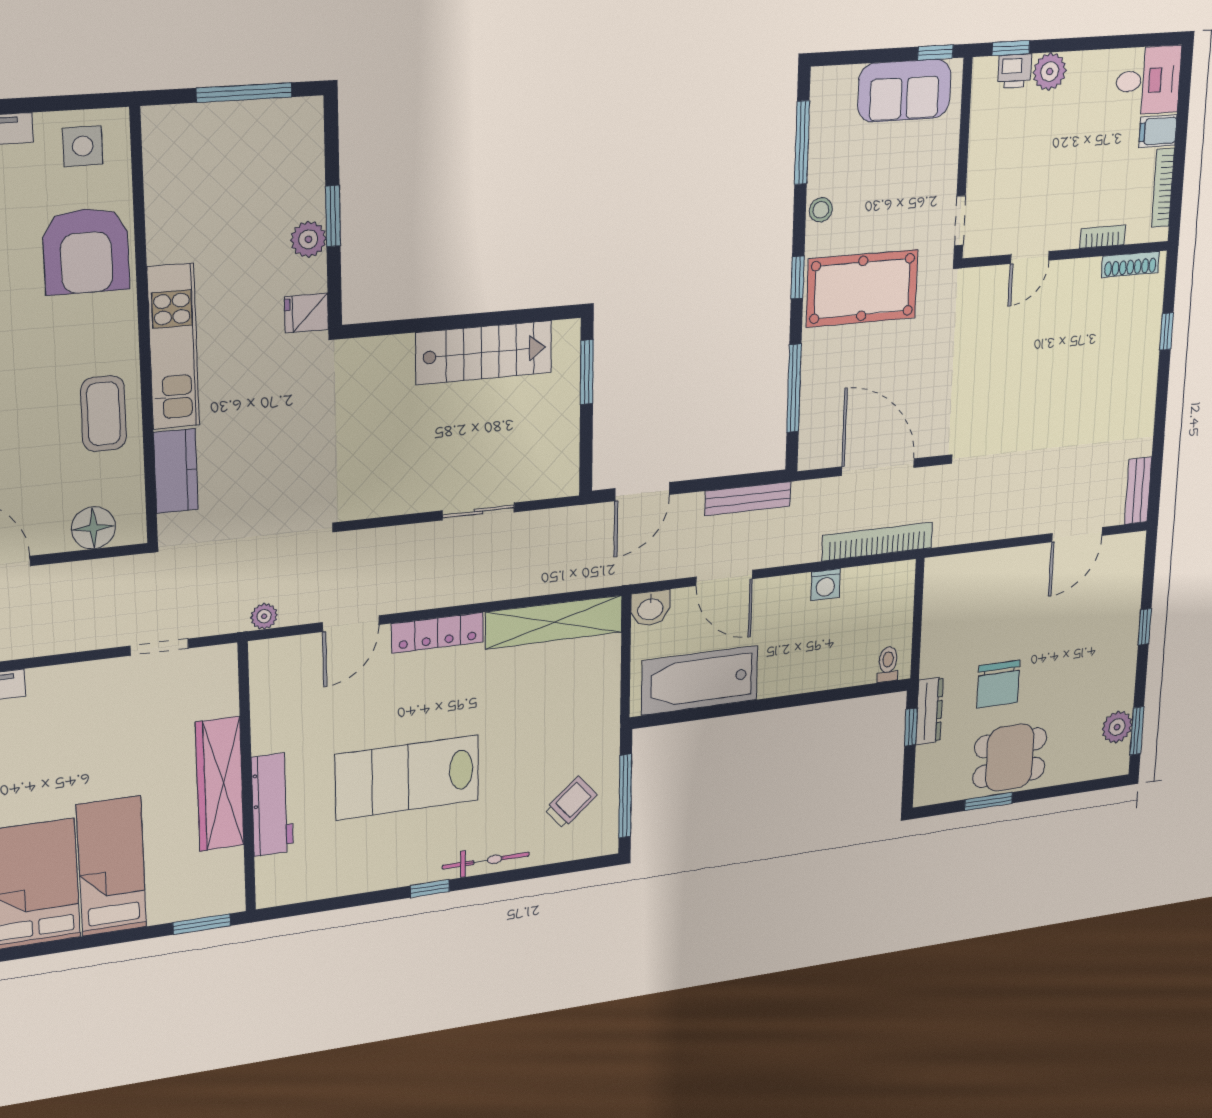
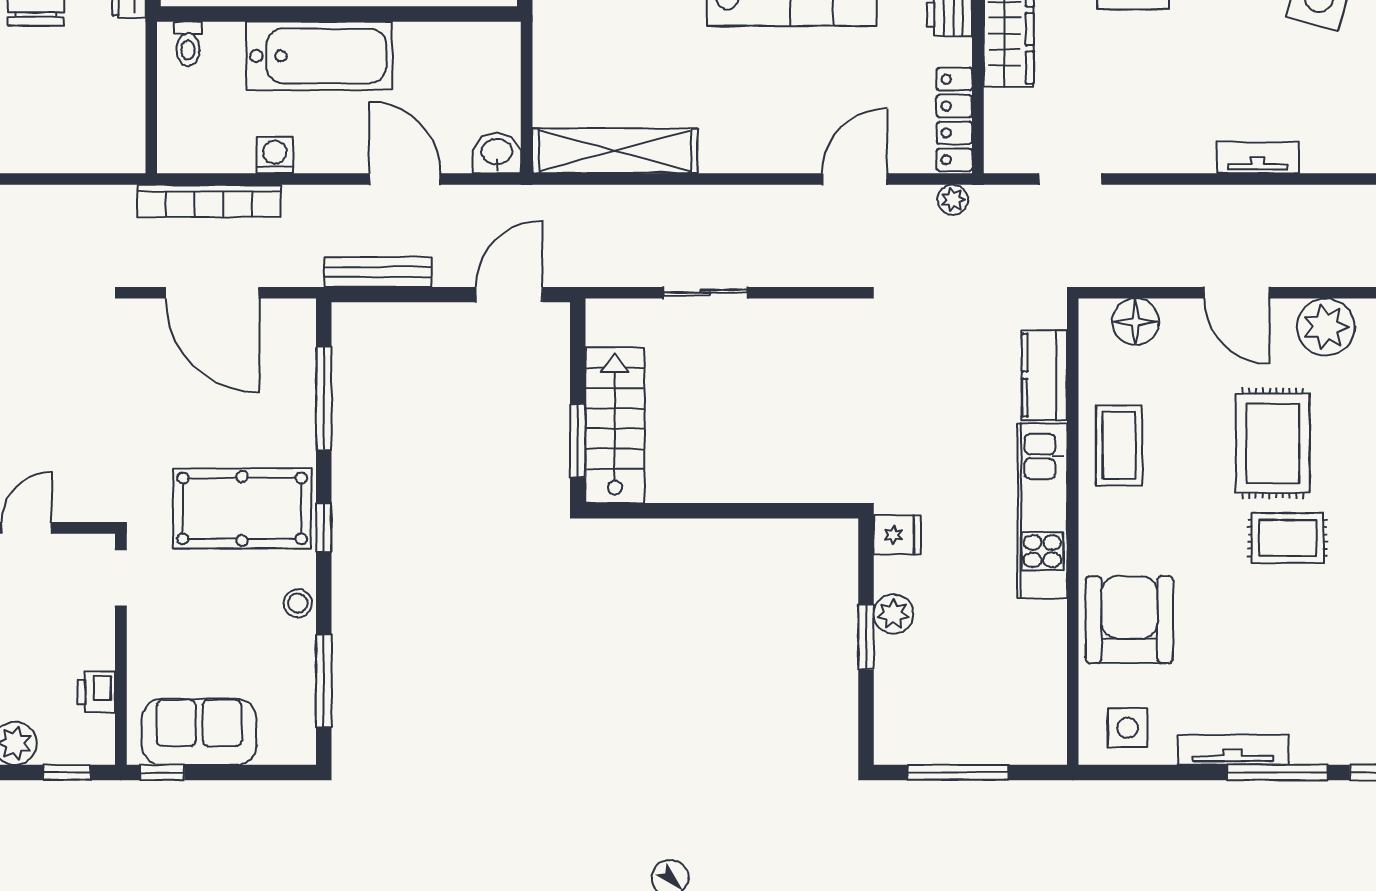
printer: (1015, 71) -> (96, 692), moved, turned -90
stairs: (484, 353) -> (615, 425), moved, turned 90
locker: (438, 633) -> (954, 119), moved, turned -90
bathtub: (700, 680) -> (319, 56), moved

